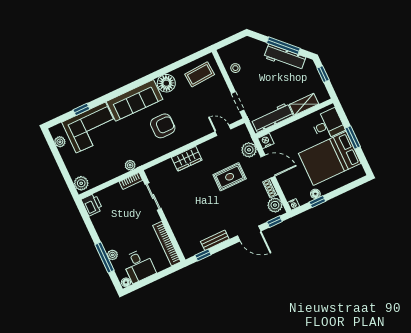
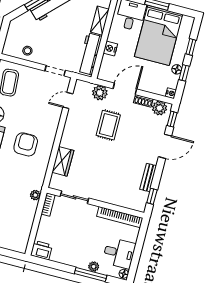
nightstand: (266, 141) -> (110, 49), moved
wardrobe: (187, 159) -> (63, 161), moved
plant: (81, 183) -> (18, 245), removed
window: (341, 190) -> (191, 47), added

